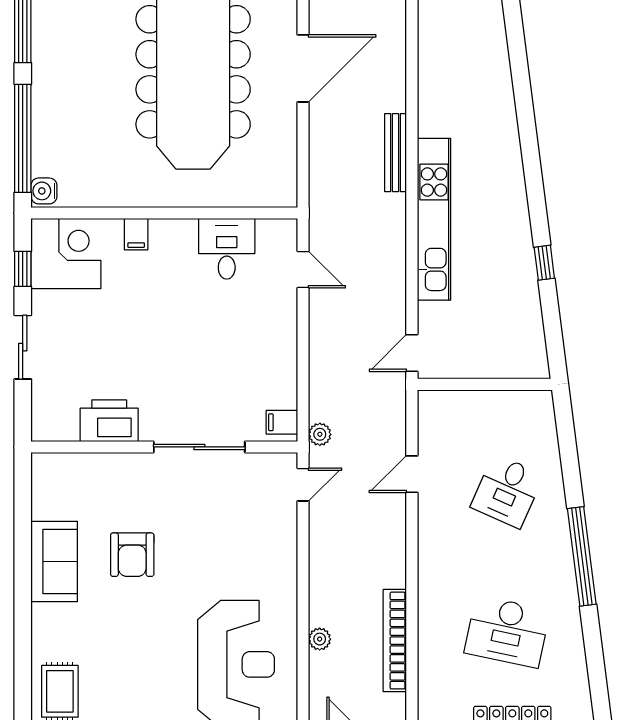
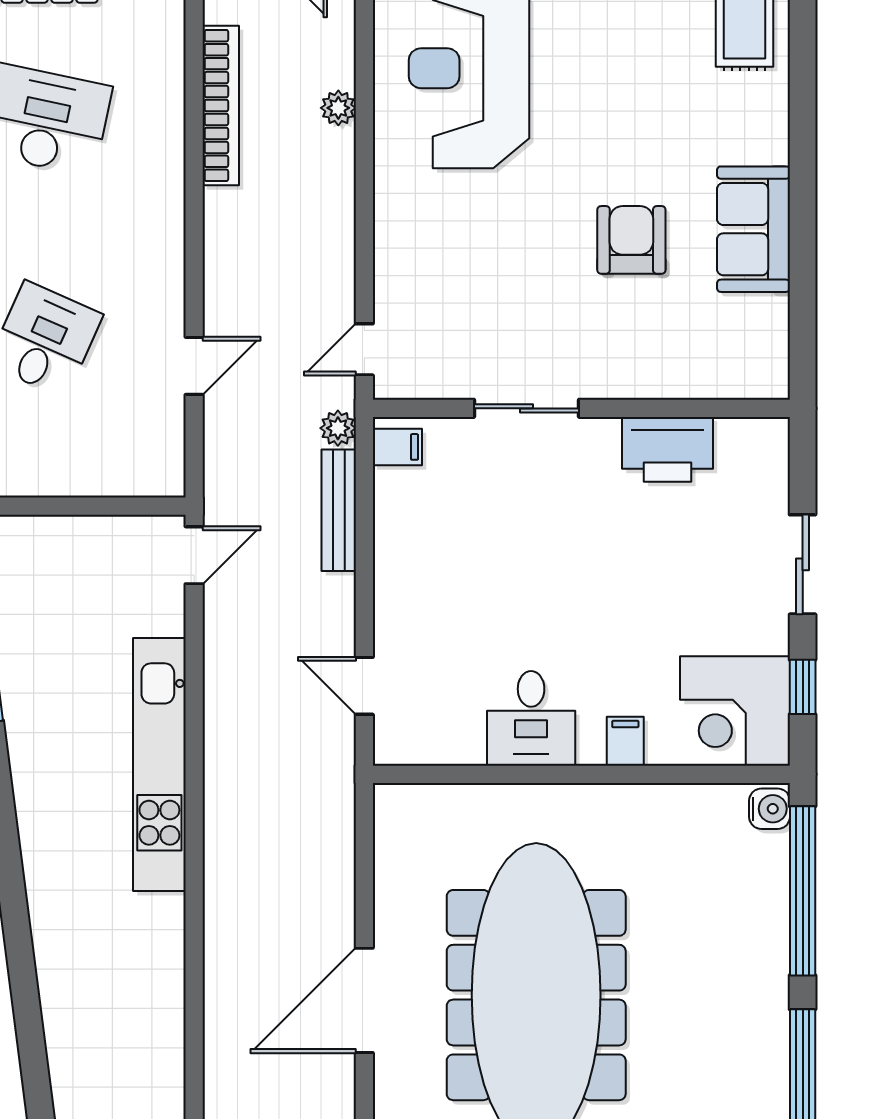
bench: (395, 153) -> (339, 510), moved
desk: (227, 249) -> (531, 718), moved
sliding door: (199, 447) -> (526, 408), width x0.73

